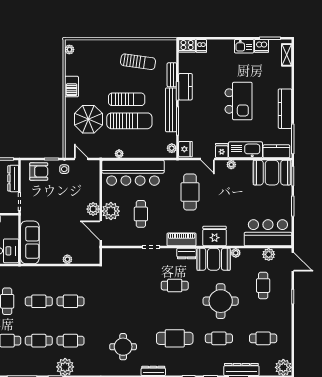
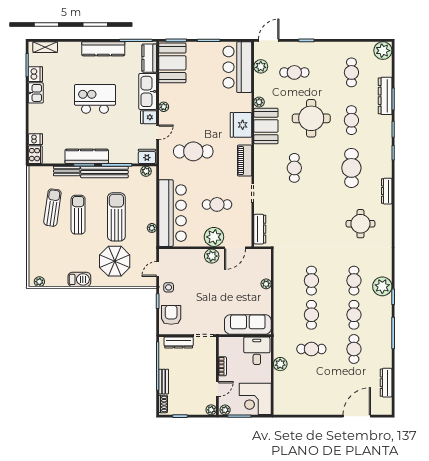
kitchen counter: (185, 87) -> (87, 156), width x1.50
sun lounger: (127, 99) -> (78, 215), moved
dresser: (187, 254) -> (260, 229), moved, width x1.44

